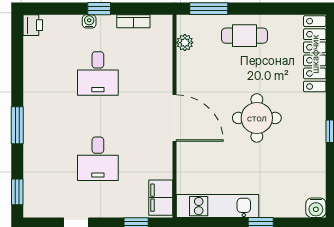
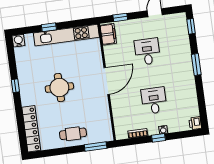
plant: (185, 43) -> (107, 125), removed
door: (175, 118) -> (107, 81), swing flipped
kitchen unit: (218, 206) -> (66, 35), width x1.36

